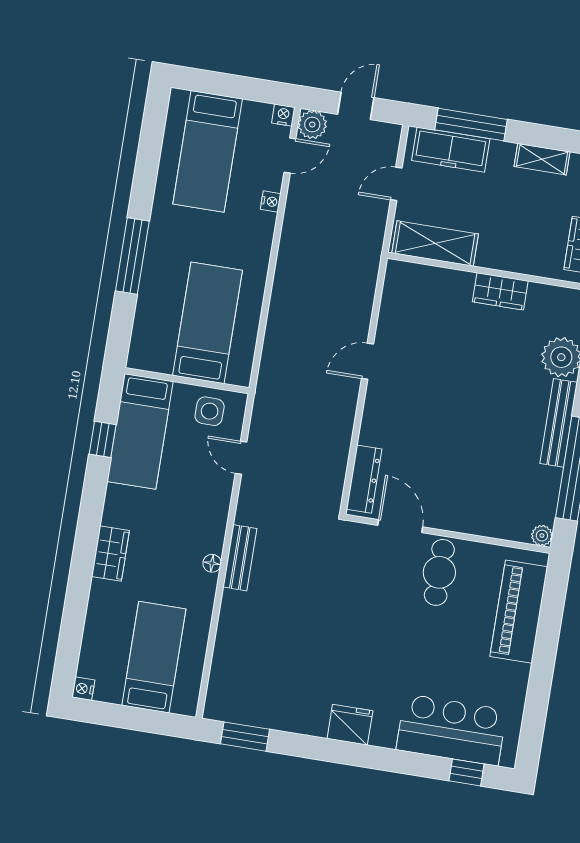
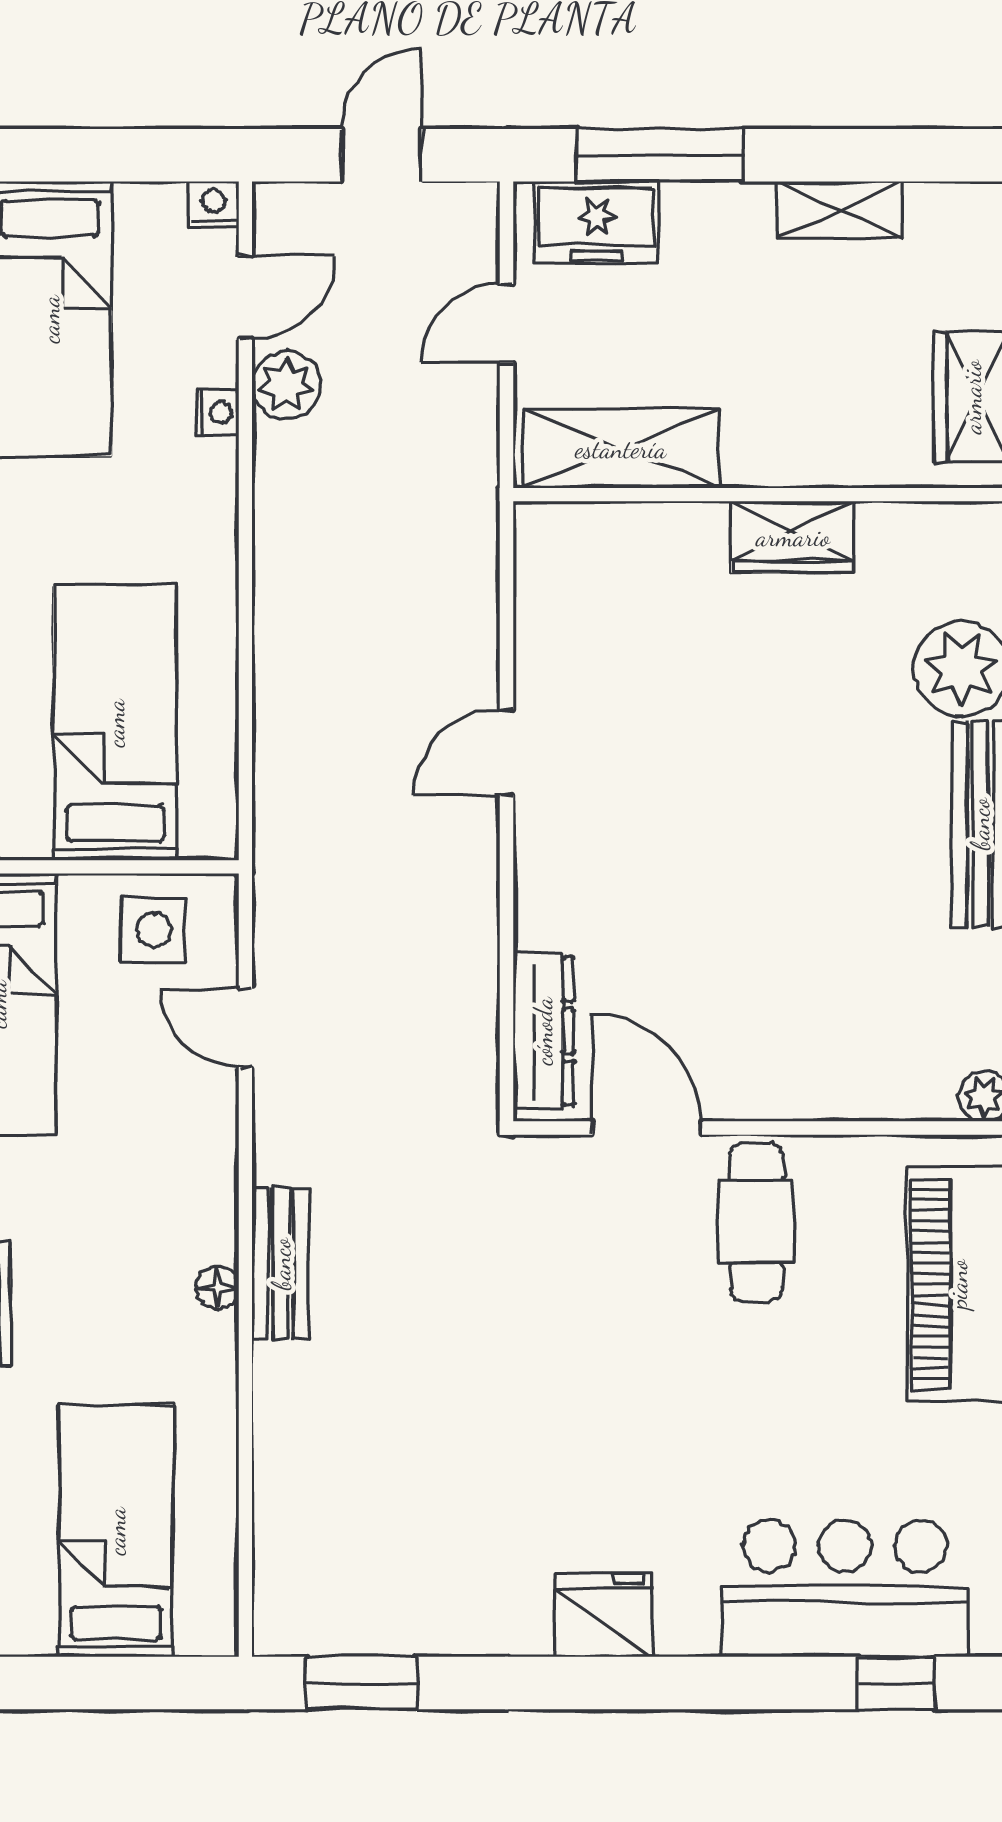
plant: (312, 125) -> (286, 385), moved
freezer: (451, 150) -> (597, 222), width x0.71

